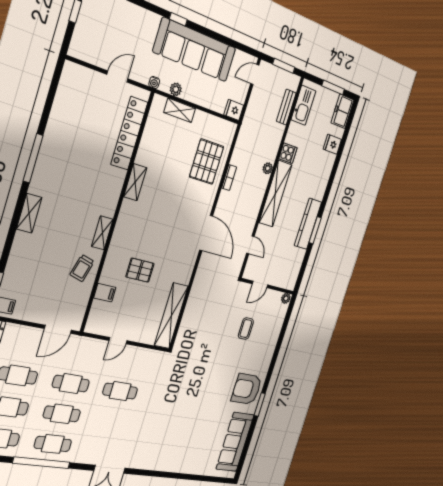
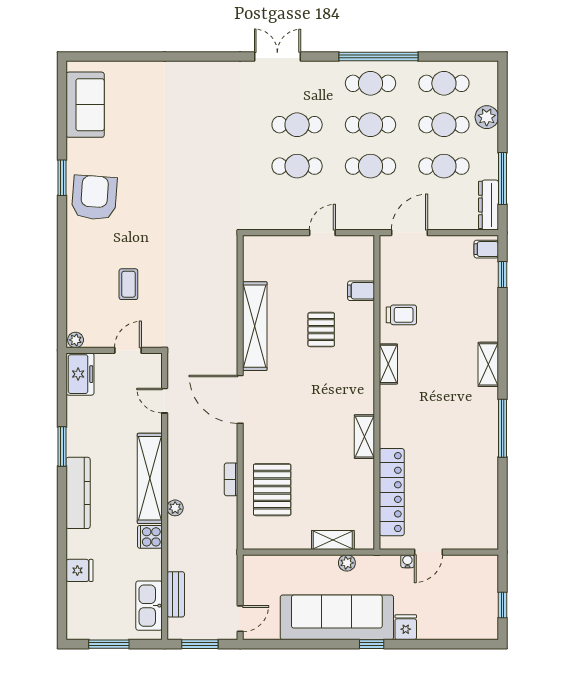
water cooler: (154, 83) -> (407, 561), moved
fridge: (234, 110) -> (406, 627), moved, turned -90
freezer: (342, 111) -> (80, 374), moved
kitchen counter: (308, 224) -> (78, 493), moved
trolley: (82, 268) -> (401, 315), turned 74
pallet: (140, 270) -> (321, 330), turned 90
shelving: (171, 316) -> (255, 326), moved
armchair: (247, 389) -> (94, 198), turned -86
cafe table: (111, 420) -> (297, 125), added
sofa: (235, 442) -> (85, 105), width x0.73

